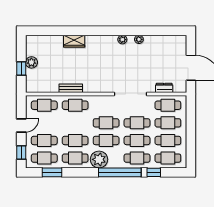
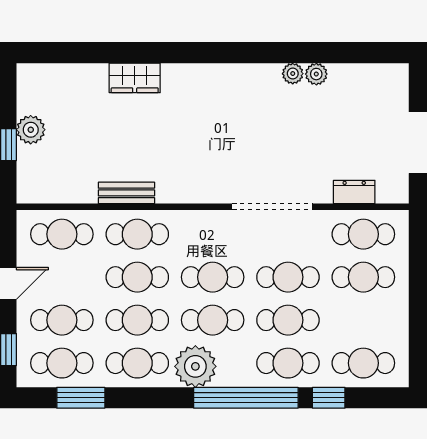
plant: (122, 40) -> (316, 74), moved
cafe table: (168, 140) -> (137, 277), moved

